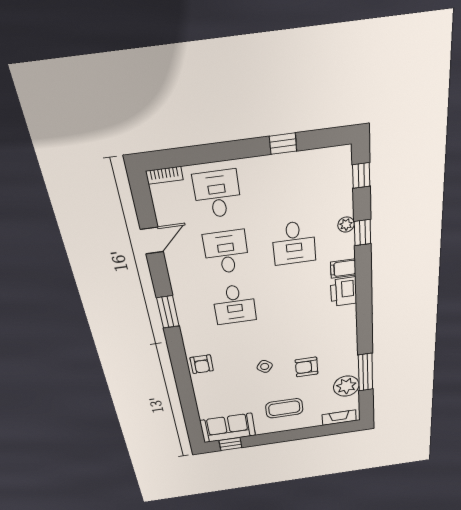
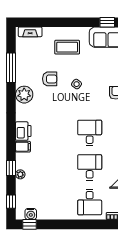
window: (283, 144) -> (30, 224), moved
water cooler: (324, 158) -> (31, 214), added
desk: (294, 243) -> (51, 167), removed
desk: (226, 252) -> (90, 167), turned 180
plant: (346, 386) -> (24, 95), moved

